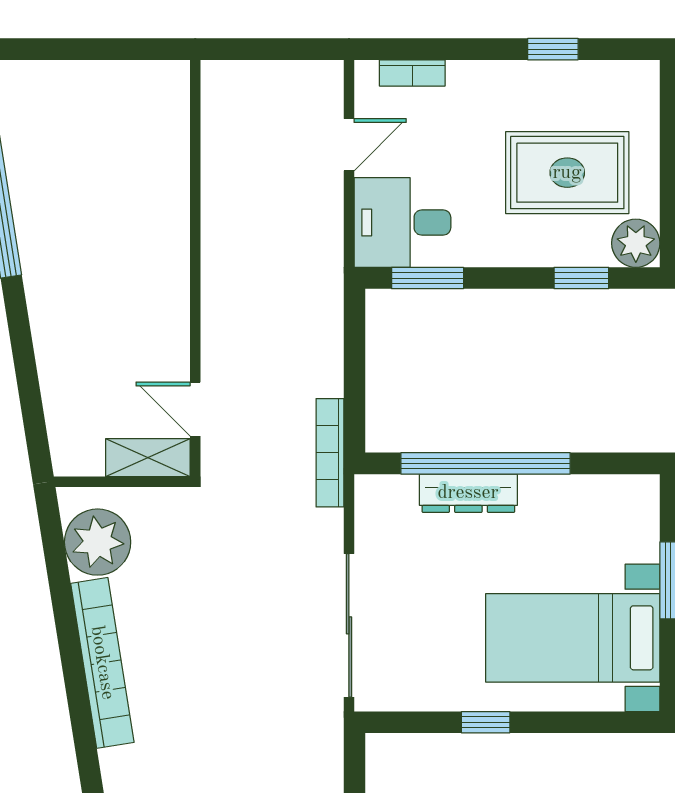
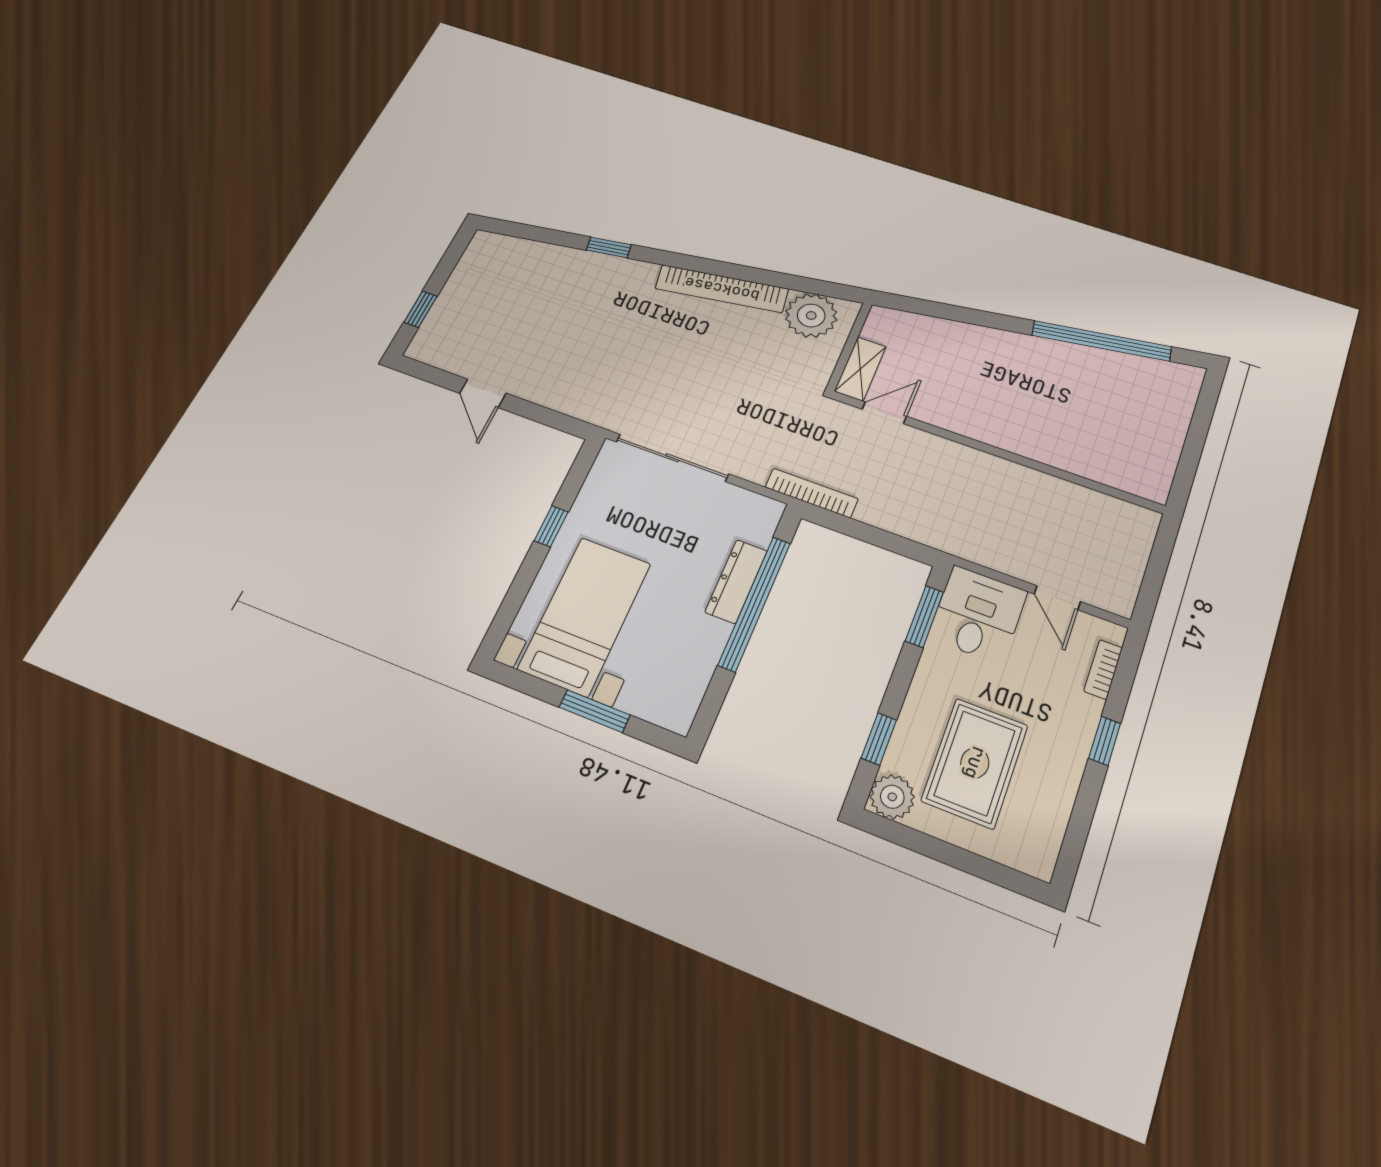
window: (553, 49) -> (1105, 741), moved

